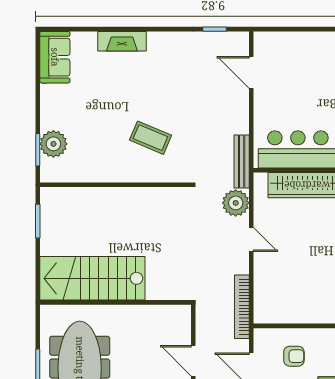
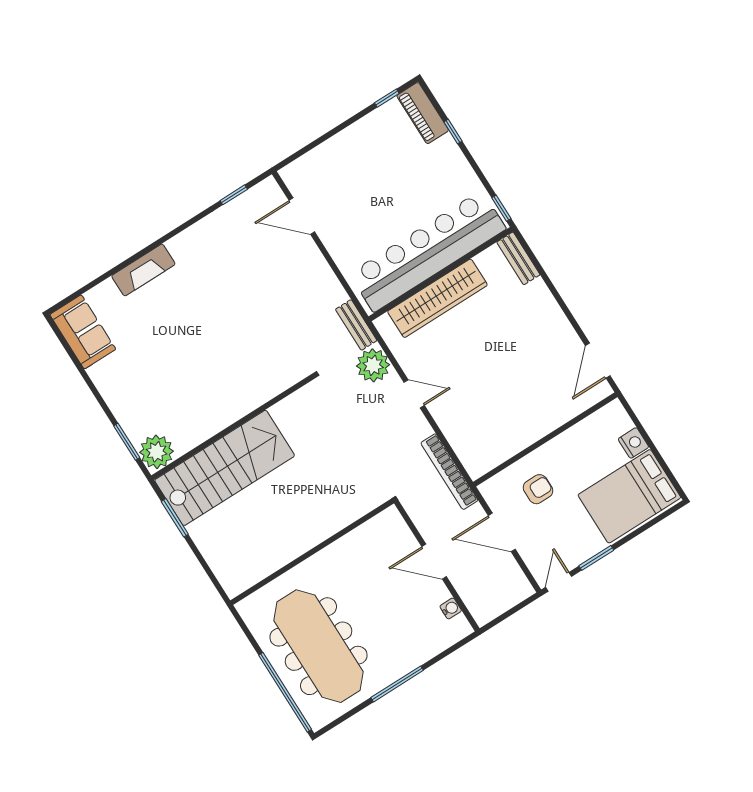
coffee table: (150, 138) -> (239, 353), removed
plant: (53, 144) -> (157, 452), moved
bench: (242, 162) -> (356, 325), width x0.73
stairs: (92, 278) -> (225, 468), moved, turned 180

